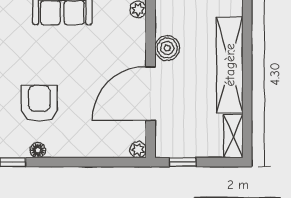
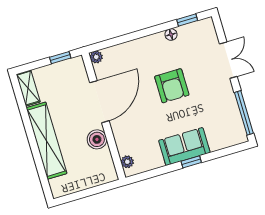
armchair: (39, 103) -> (172, 86), moved

